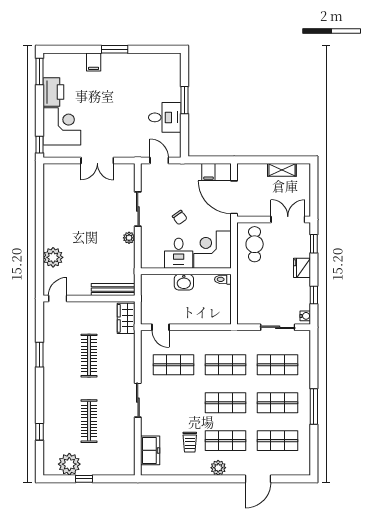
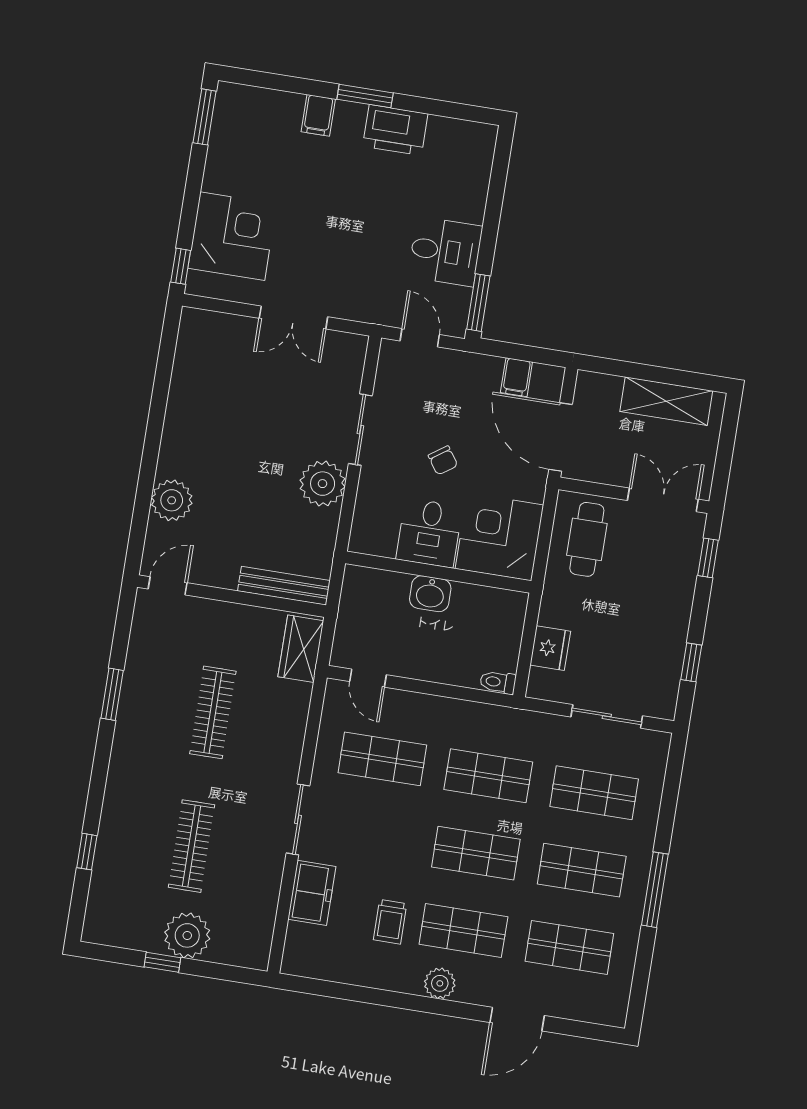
printer: (53, 92) -> (395, 130), moved, turned 90
window: (185, 100) -> (478, 303), moved
shelving: (282, 170) -> (666, 401), width x1.50, depth x1.33
plant: (129, 238) -> (323, 484), width x1.87, depth x1.87
fridge: (302, 268) -> (550, 648), moved, turned 180
toilet: (223, 279) -> (498, 682), moved
water cooler: (305, 316) -> (667, 702), removed
freezer: (150, 450) -> (312, 893), moved
plant: (69, 464) -> (187, 935), moved

